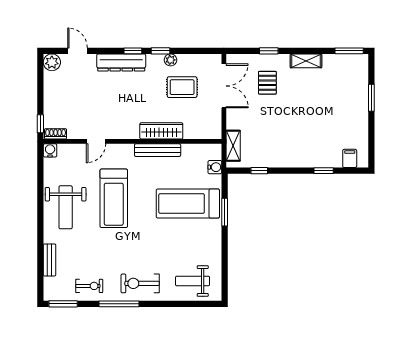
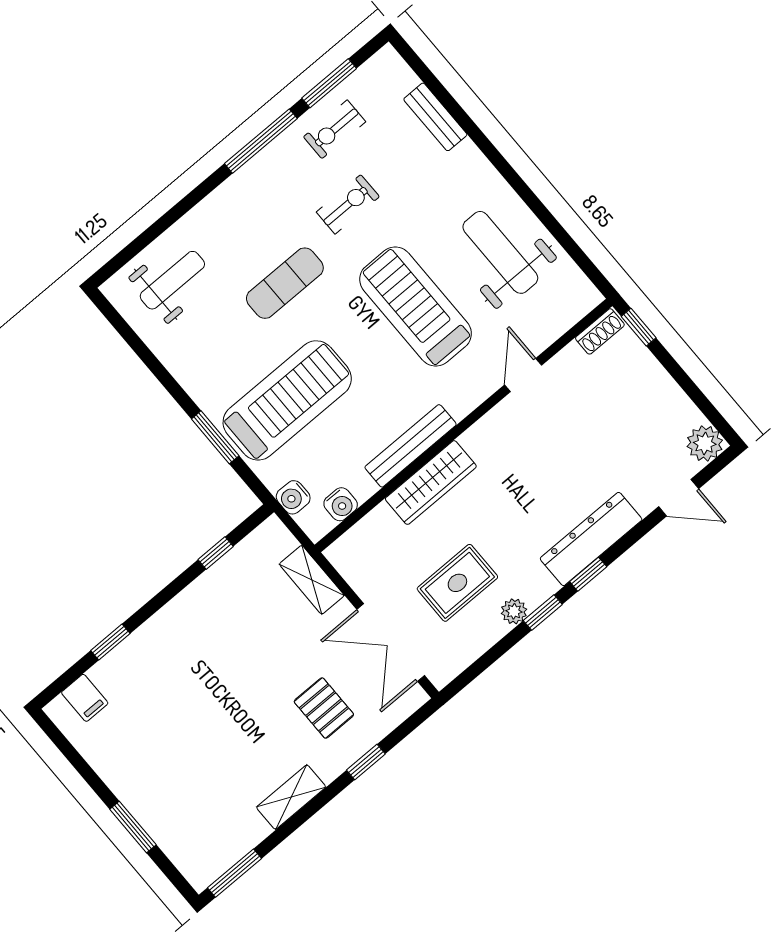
shelving: (233, 146) -> (312, 580), moved
water cooler: (50, 150) -> (341, 504), moved
weight bench: (66, 207) -> (500, 252), moved
exercise mat: (153, 246) -> (285, 283), added
exercise bike: (140, 283) -> (348, 204), moved, width x0.73, depth x0.72
window: (63, 304) -> (329, 83), moved

